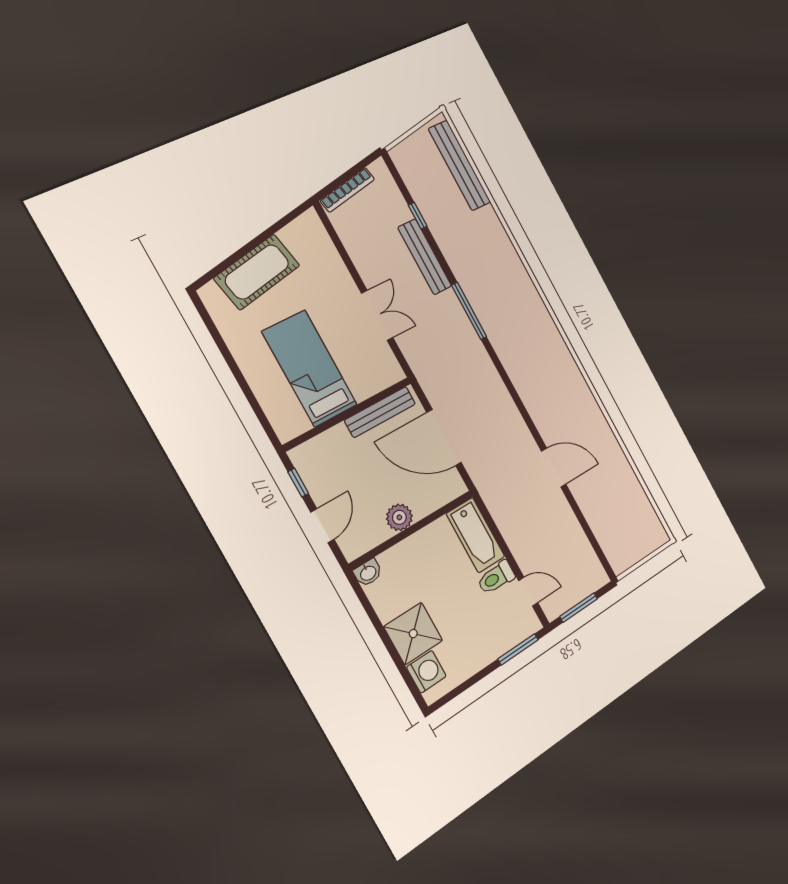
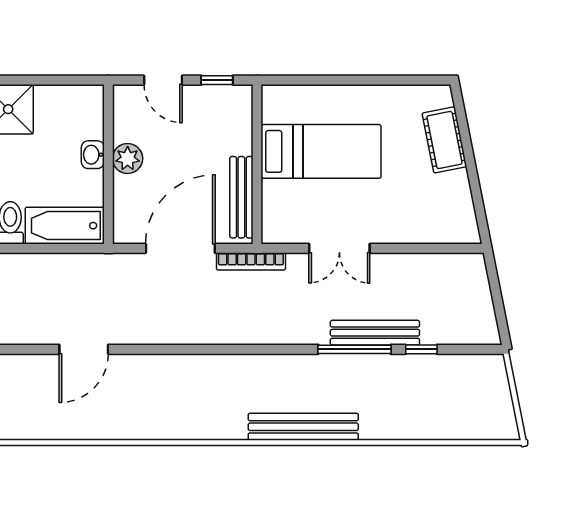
bench: (459, 165) -> (303, 427), moved
bookcase: (347, 190) -> (251, 261), moved, turned -79
cot: (257, 272) -> (444, 140), width x0.73, depth x0.75
window: (469, 311) -> (355, 349), moved
washbasin: (368, 573) -> (93, 155), moved

